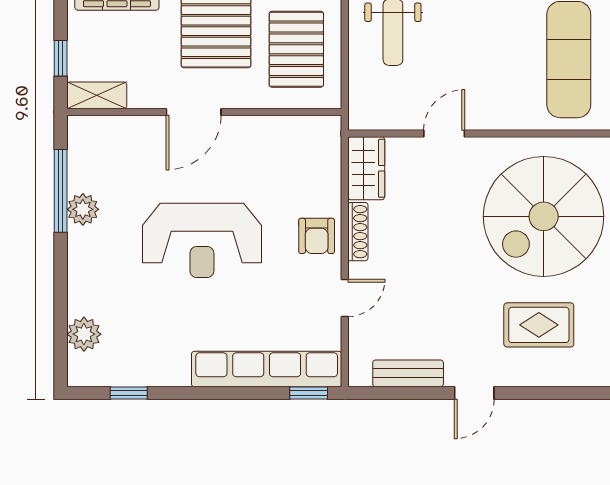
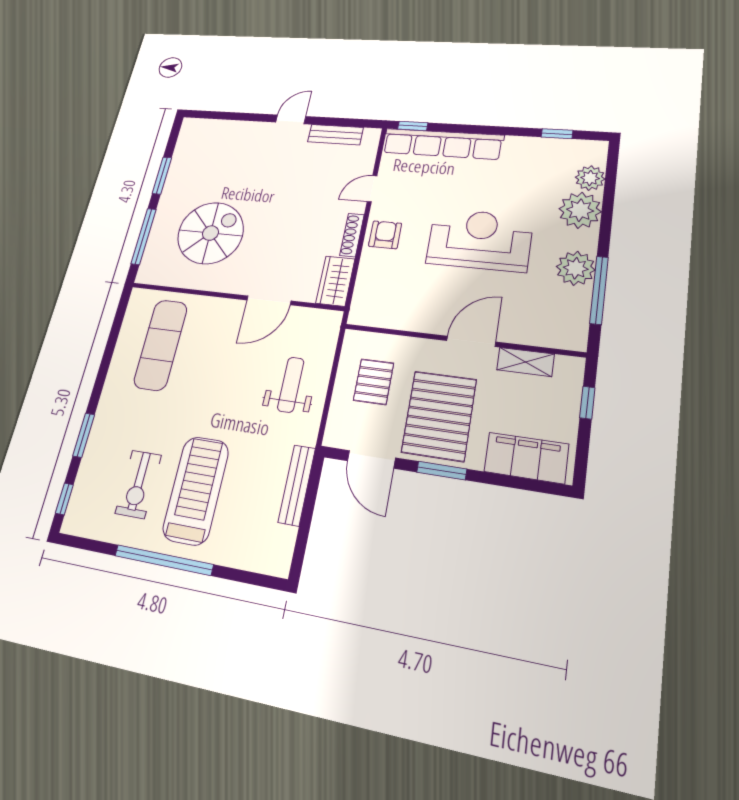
pallet: (296, 49) -> (374, 382), width x0.67, depth x0.71
shelving: (97, 95) -> (526, 362), moved
door: (444, 134) -> (269, 300), width x1.38
plant: (83, 209) -> (576, 268), width x1.36, depth x1.36
spiral stairs: (544, 216) -> (210, 233), width x0.73, depth x0.73
plant: (91, 290) -> (580, 210), added
rug: (539, 325) -> (234, 160), removed

